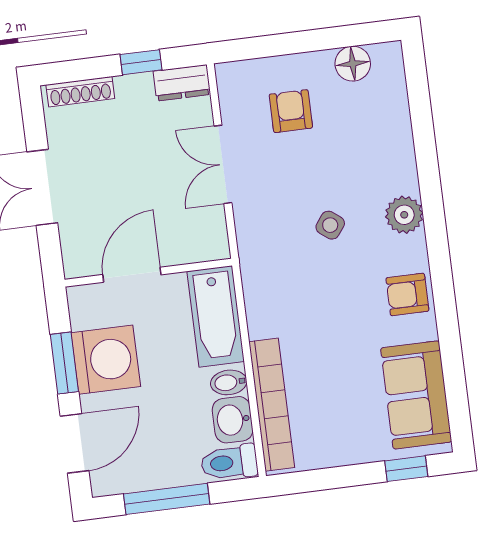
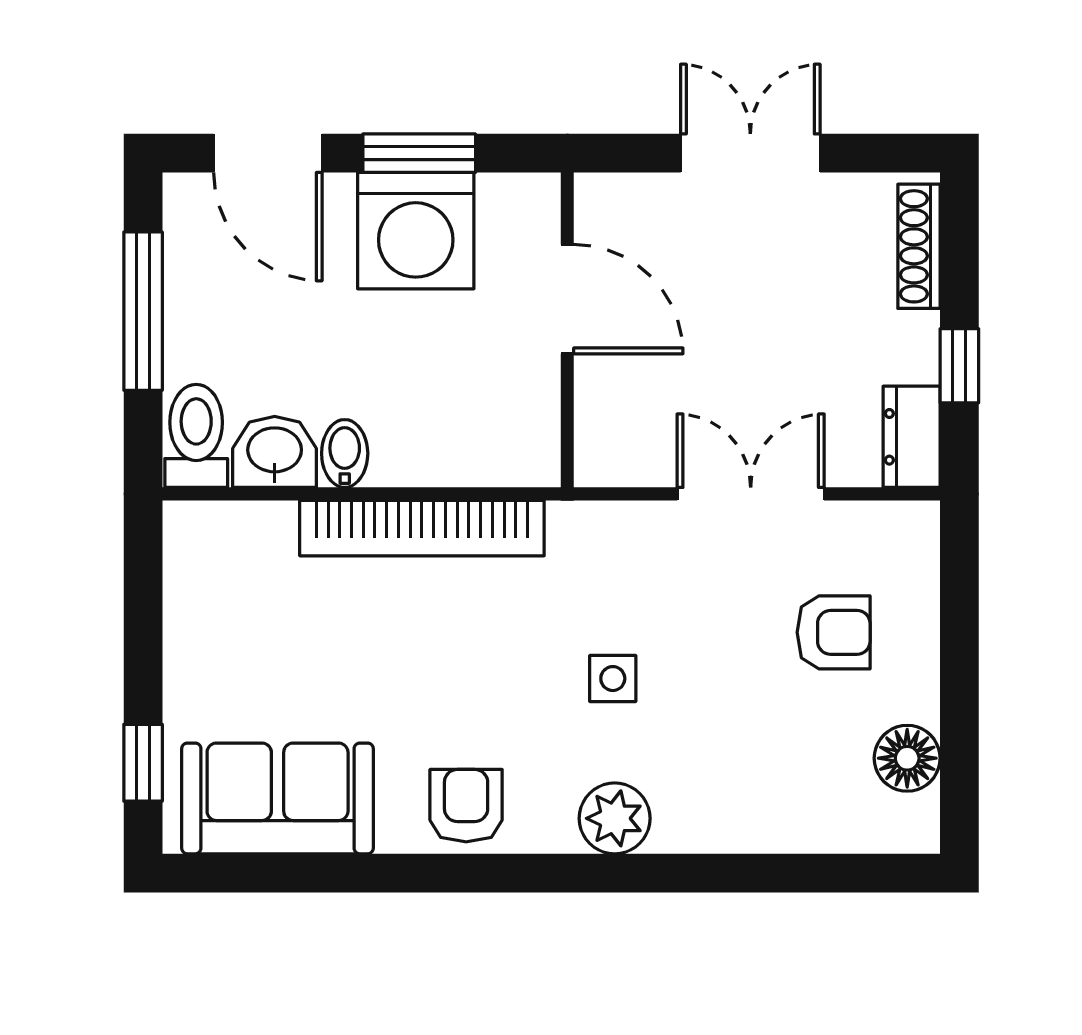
side table: (330, 225) -> (613, 679), turned -37
bathtub: (216, 316) -> (470, 445), removed
bookcase: (272, 405) -> (422, 528), moved

